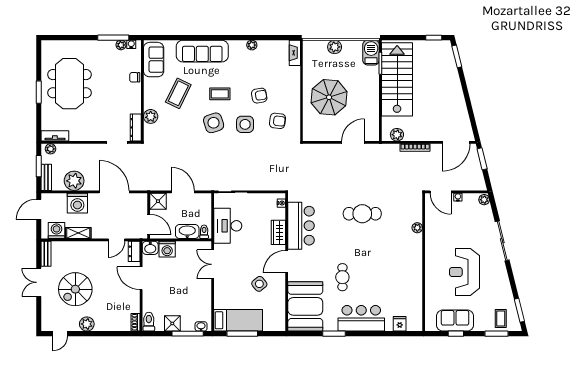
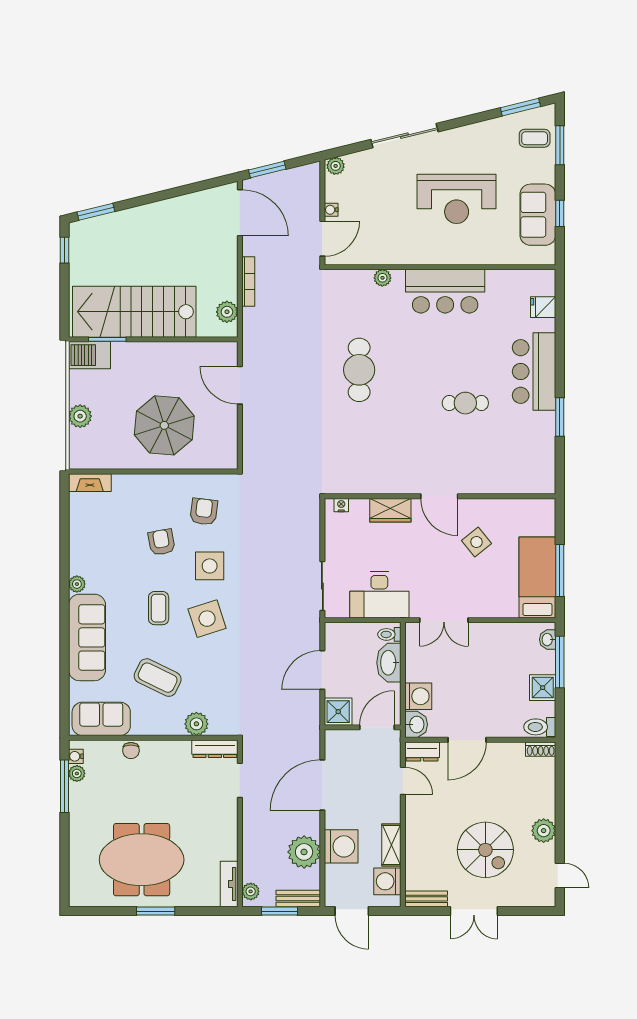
plant: (252, 45) -> (77, 584), moved
bar counter: (301, 226) -> (445, 291), moved, turned 180
booth: (305, 306) -> (514, 465), removed

